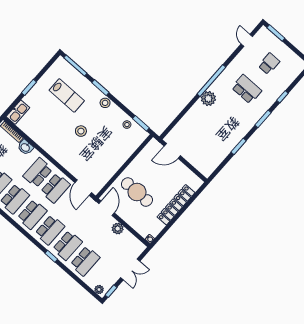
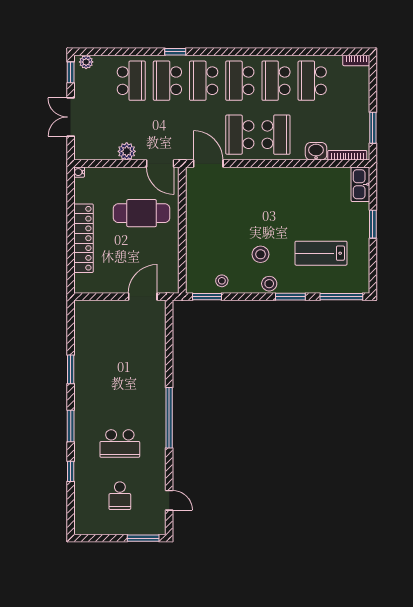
plant: (208, 99) -> (154, 394), removed
stool: (81, 131) -> (261, 254), moved
school desk: (85, 261) -> (131, 81), turned 180

